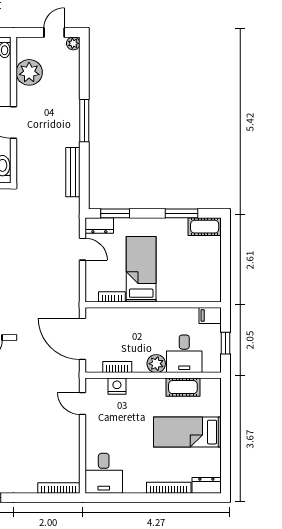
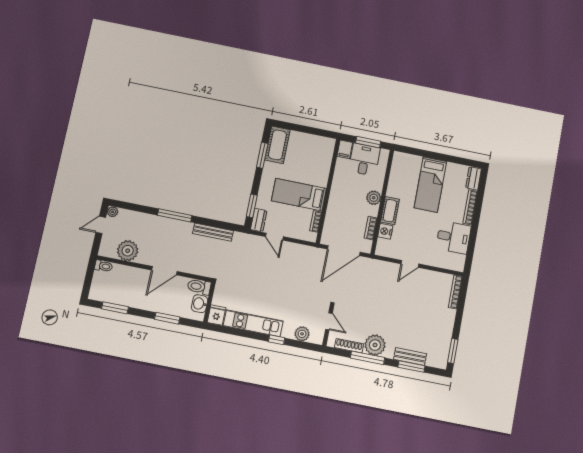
door: (54, 32) -> (101, 225), hinge flipped
cot: (205, 227) -> (277, 145), width x1.37, depth x1.34
door: (82, 249) -> (274, 237), swing flipped
window: (226, 343) -> (368, 142), width x1.50
desk: (184, 354) -> (364, 160), moved, turned -90
cot: (183, 387) -> (390, 211), moved
door: (82, 404) -> (410, 264), moved
desk: (104, 473) -> (453, 237), moved

